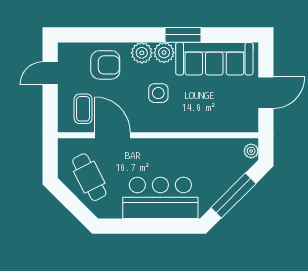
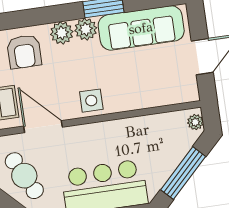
armchair: (105, 65) -> (24, 52), turned 90
side table: (158, 93) -> (91, 101), moved

